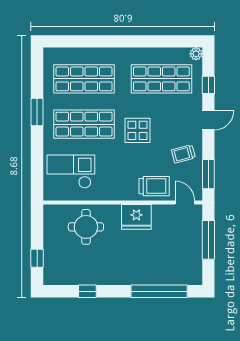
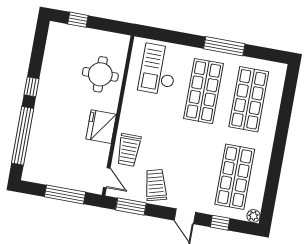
window: (37, 112) -> (224, 46), width x1.44
display table: (138, 130) -> (188, 143), removed
trolley: (183, 154) -> (156, 185), width x1.36, depth x1.39
checkout: (71, 172) -> (158, 69), turned 180
door: (185, 203) -> (107, 178), hinge flipped
window: (87, 291) -> (32, 87), moved

